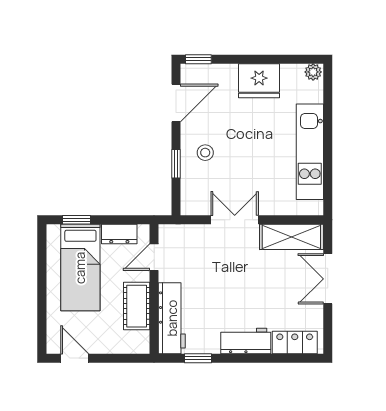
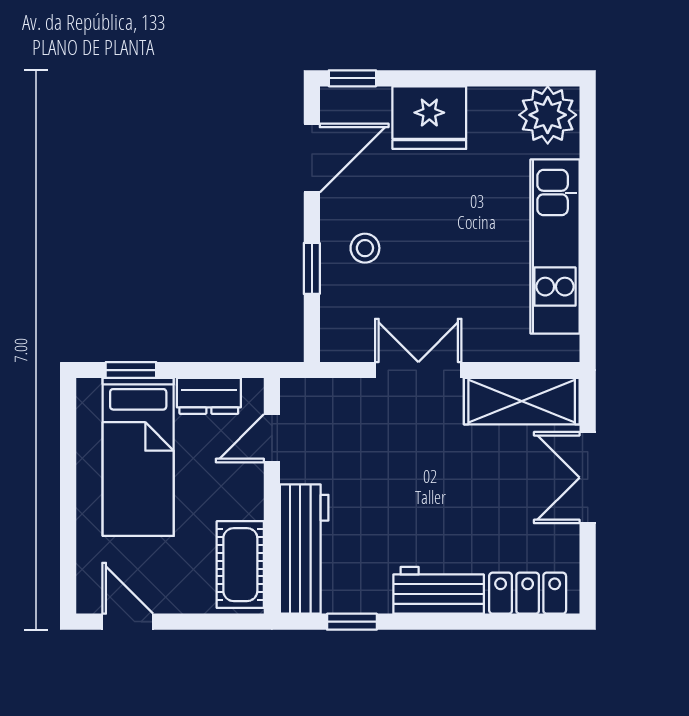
plant: (313, 72) -> (548, 115), width x1.87, depth x1.87
fridge: (259, 81) -> (429, 118), moved
cot: (137, 306) -> (240, 565), moved

